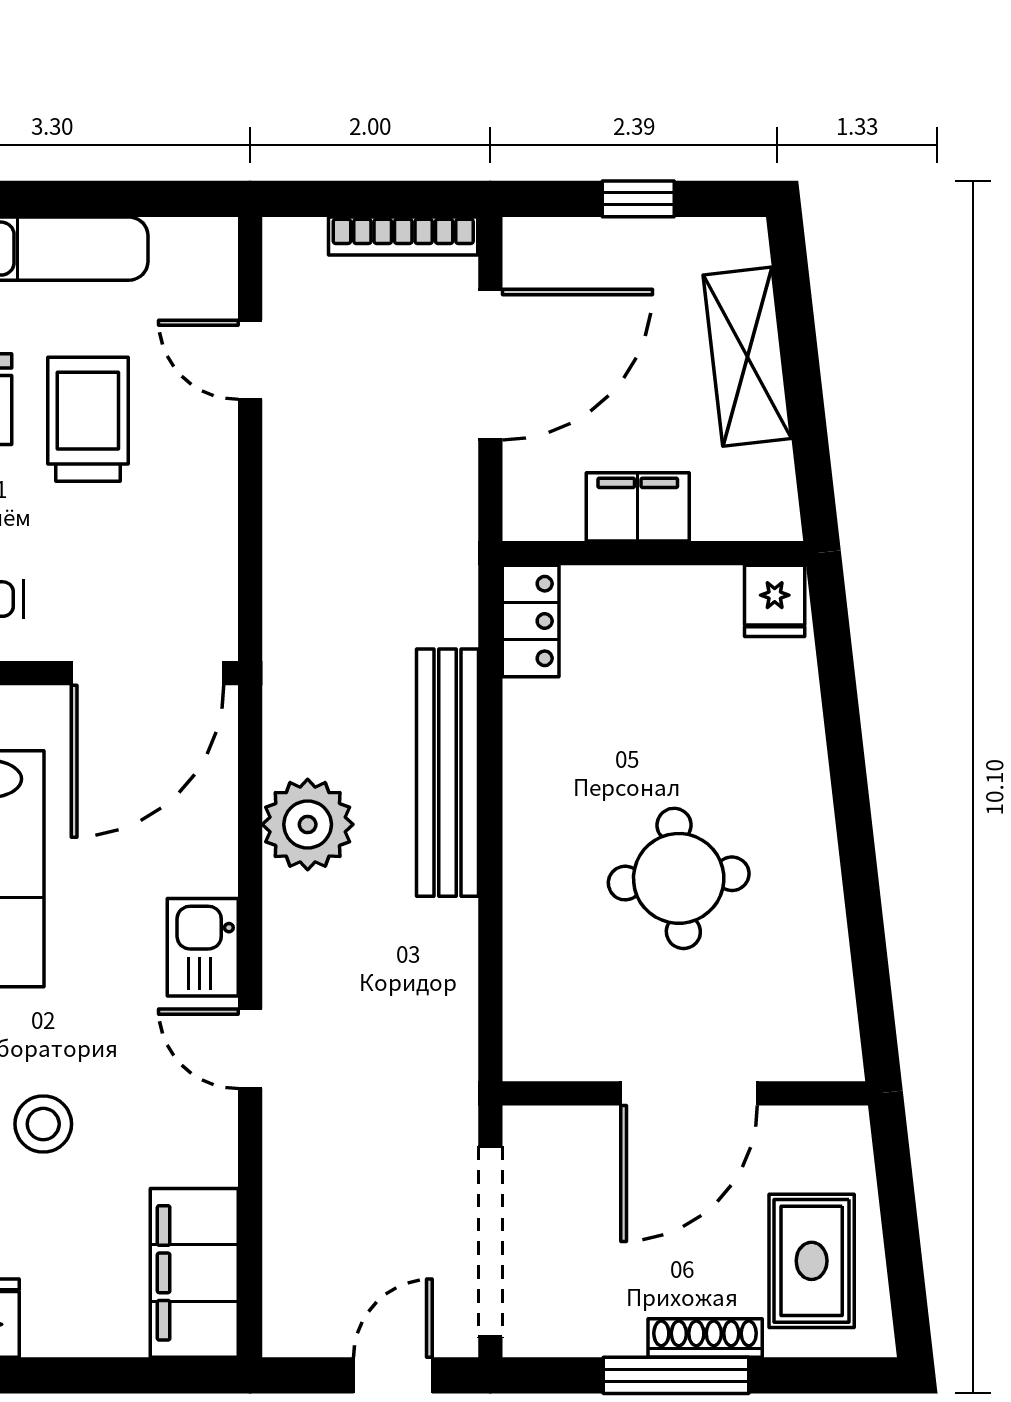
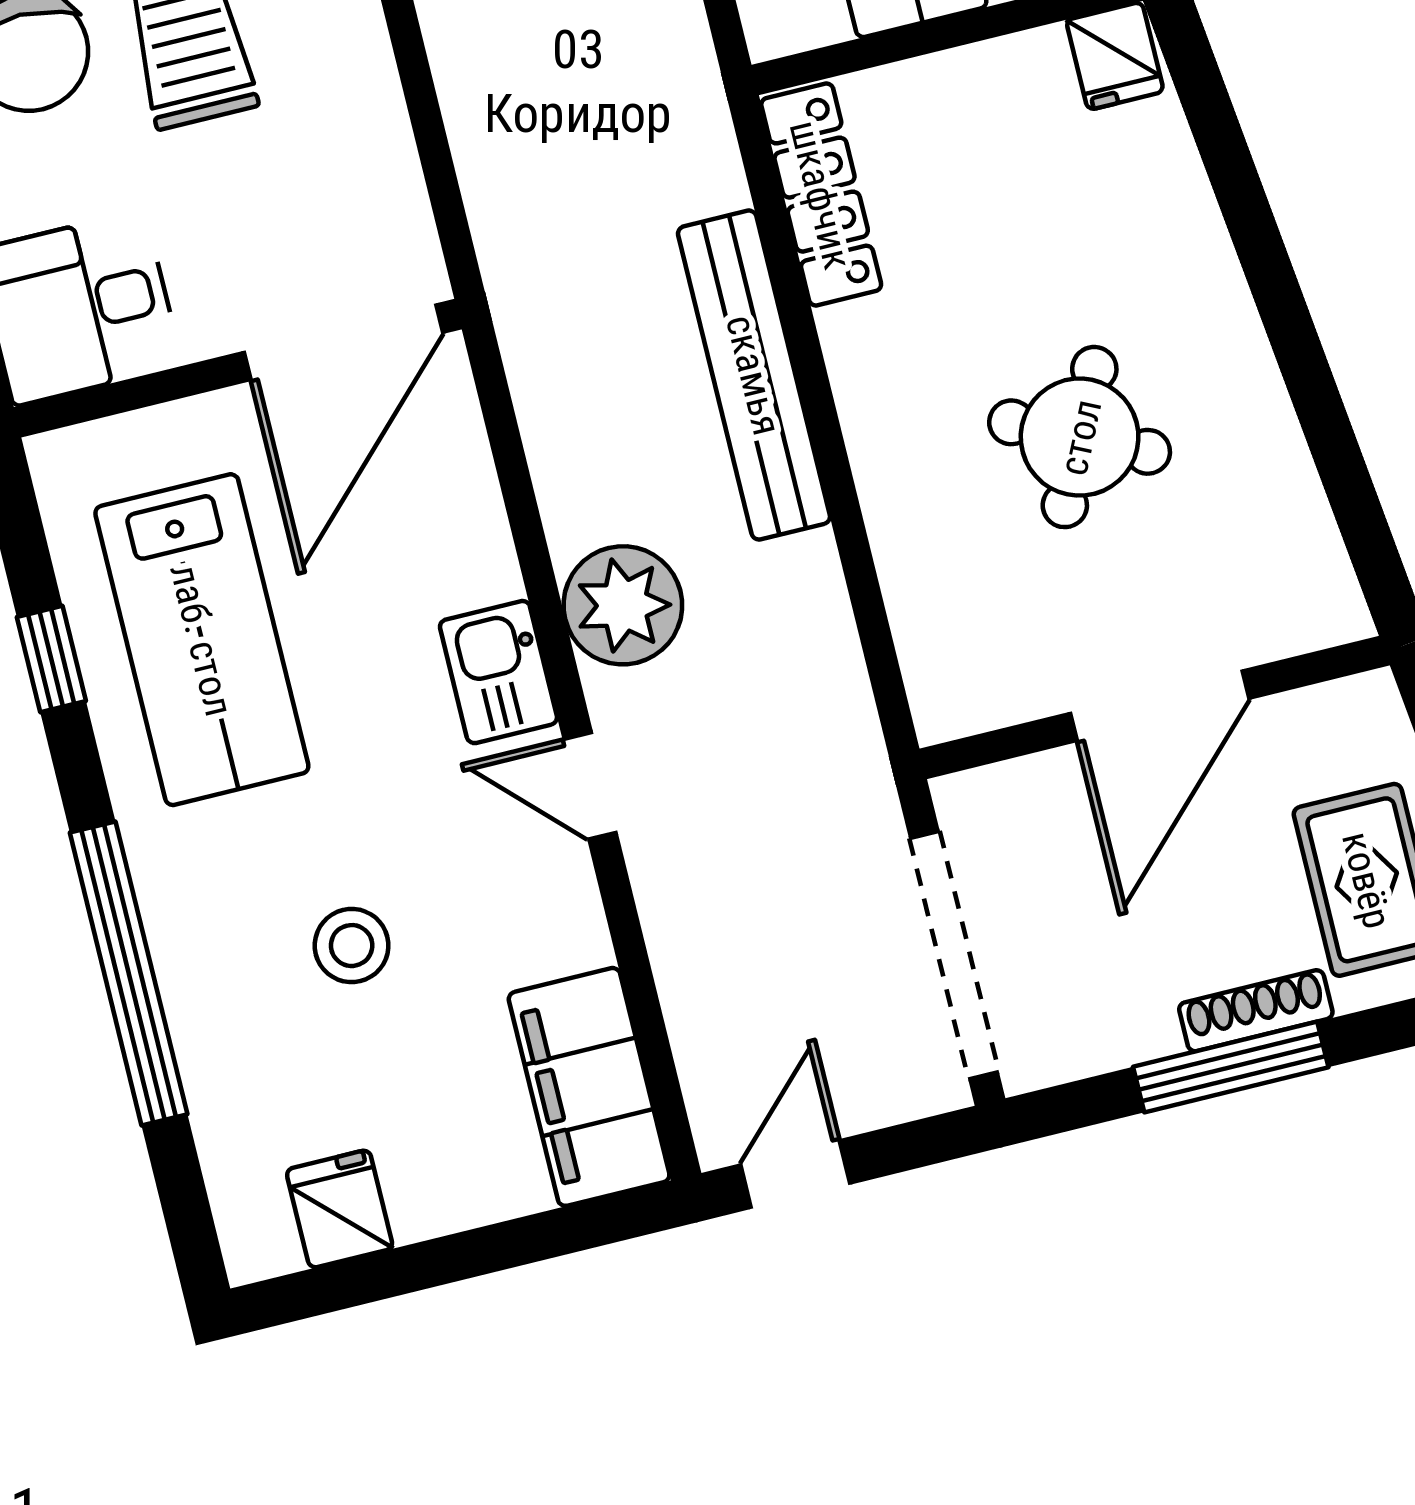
locker: (531, 621) -> (821, 195), width x1.53
plant: (308, 824) -> (623, 605), moved
round table: (679, 878) -> (1080, 437), turned 31
door: (393, 1375) -> (795, 1174), moved

